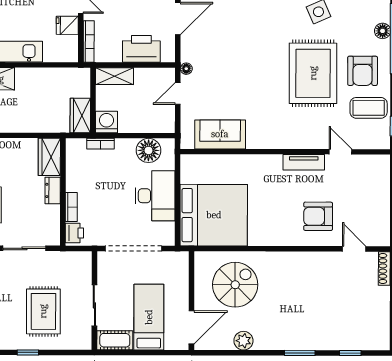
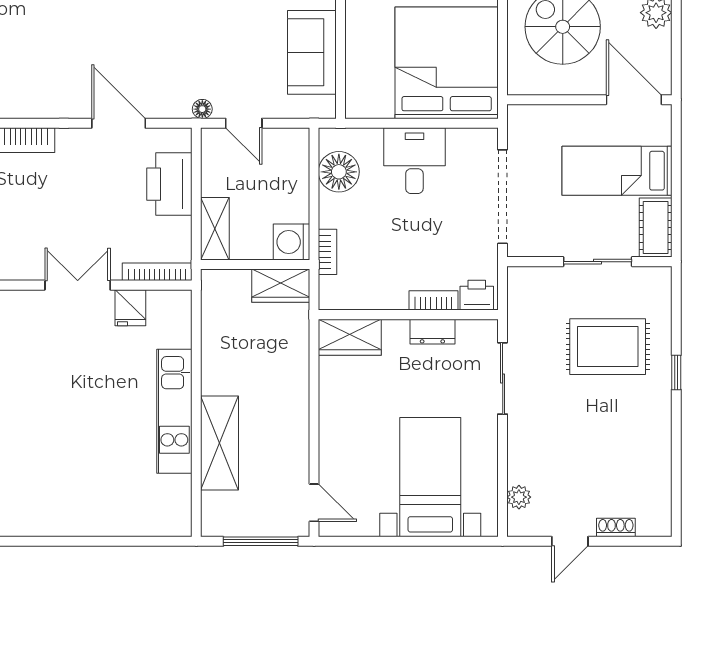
dresser: (53, 190) -> (432, 332), moved
desk: (155, 196) -> (414, 161), width x0.73

